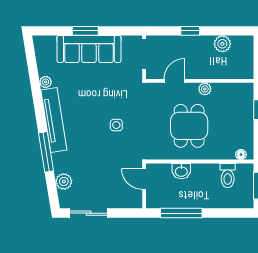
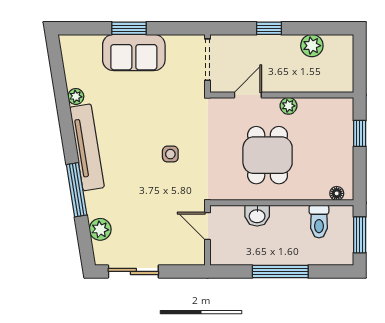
sofa: (89, 49) -> (134, 52), width x0.73
window: (181, 213) -> (280, 271), moved

